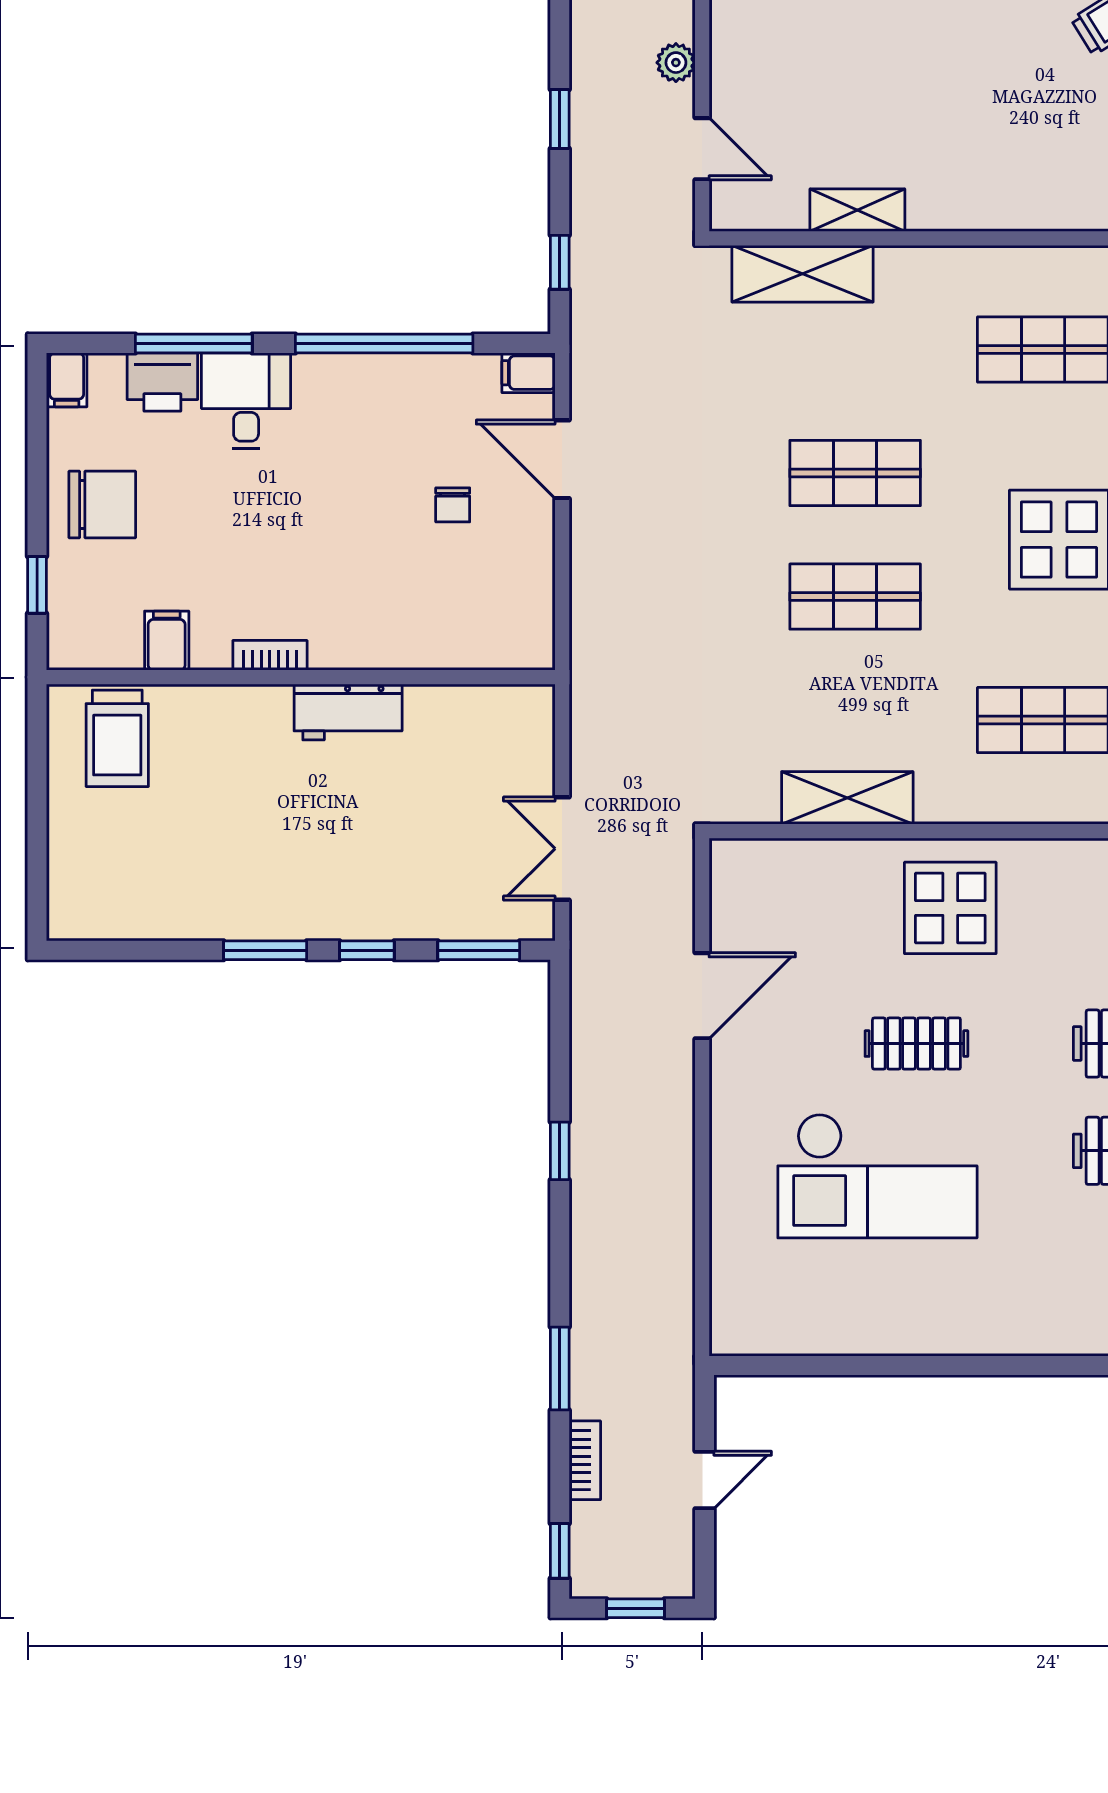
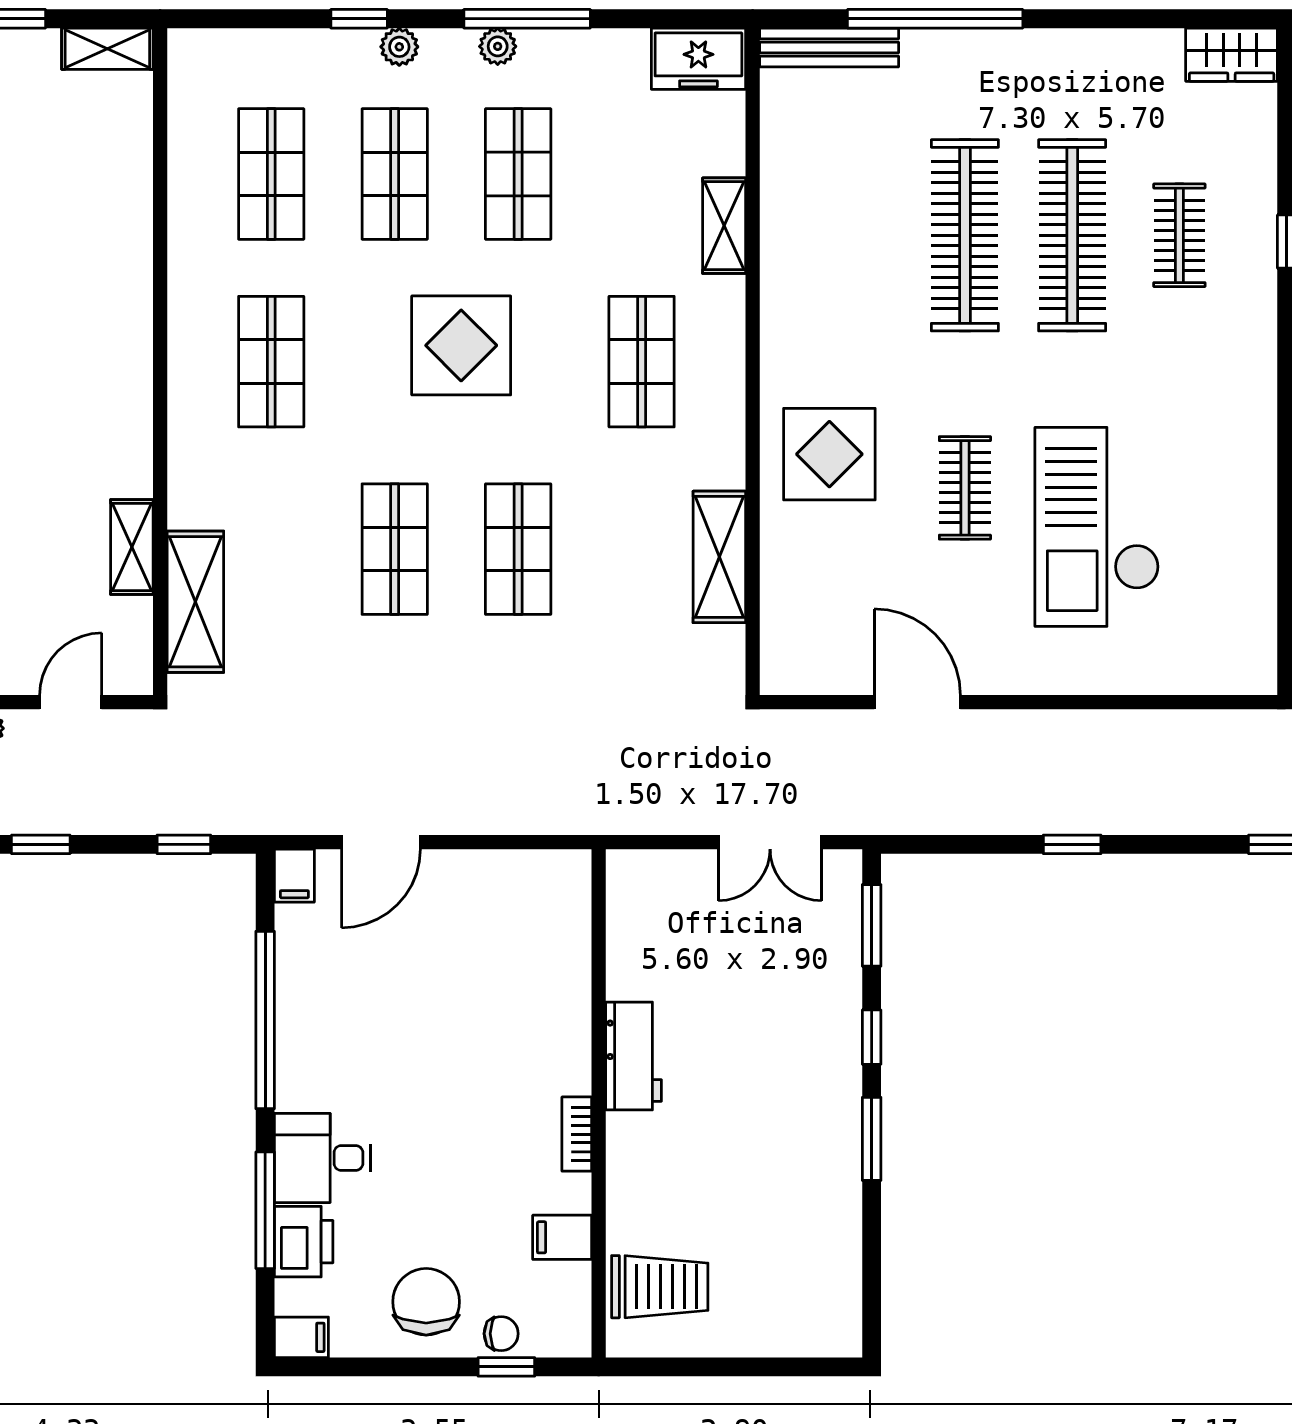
chair: (453, 505) -> (501, 1334), moved
checkout: (877, 1176) -> (1097, 527), turned 180

